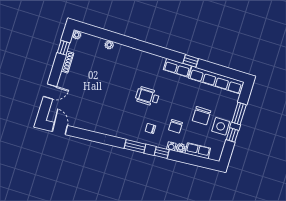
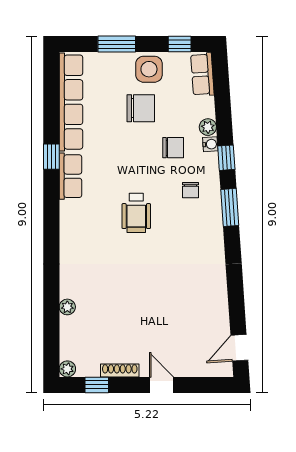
door: (50, 92) -> (162, 385), moved
window: (232, 135) -> (180, 44), moved
row of seats: (198, 151) -> (202, 74), moved

